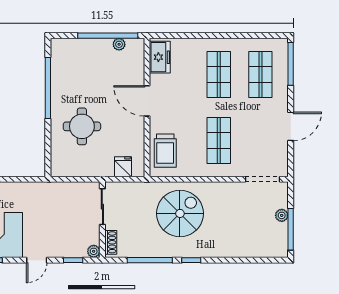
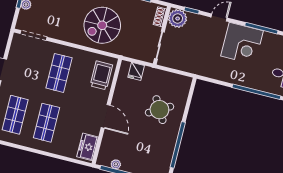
round table: (82, 126) -> (159, 110), turned -30
plant: (94, 251) -> (178, 18), width x1.87, depth x1.87

